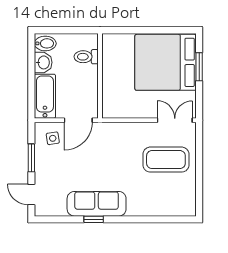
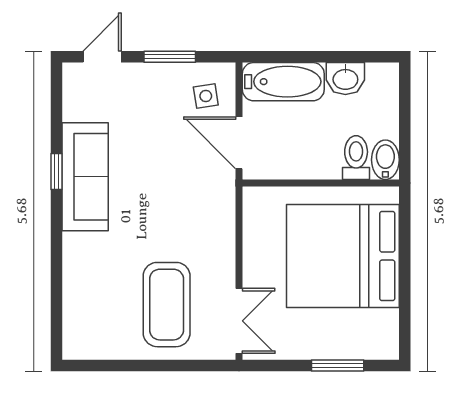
bidet: (45, 43) -> (385, 160), moved, turned 180
bed: (166, 62) -> (343, 256), moved, turned -90

